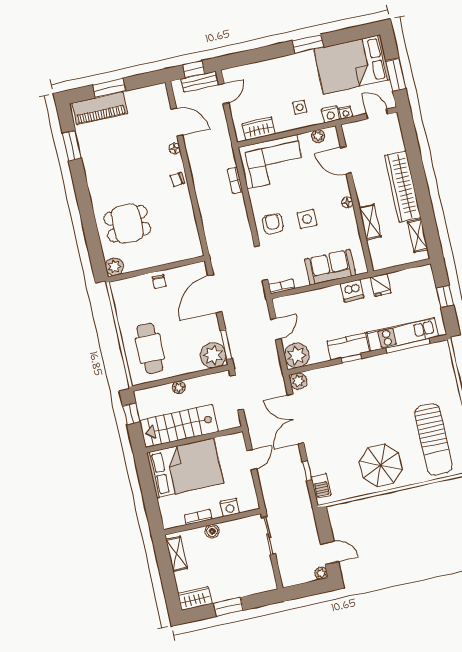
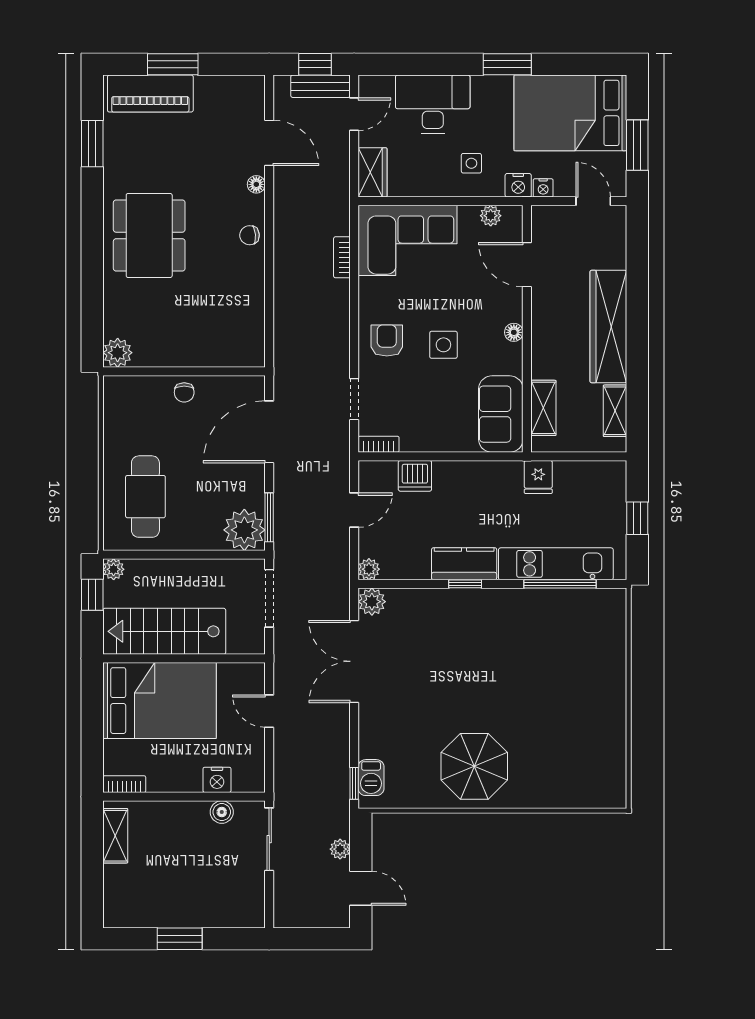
desk: (269, 77) -> (433, 104), added
wardrobe: (259, 129) -> (373, 172), moved, turned 90
shelving: (370, 222) -> (543, 408), moved
dining table: (127, 224) -> (149, 235), moved, width x1.38
doorway: (261, 263) -> (354, 399), width x0.73
sofa: (330, 267) -> (501, 414), moved, turned -90
dishwasher: (352, 291) -> (415, 476), moved
plant: (297, 355) -> (369, 569), width x0.53, depth x0.53
plant: (179, 387) -> (114, 569), moved
sun lounger: (434, 440) -> (568, 744), removed
door: (252, 460) -> (269, 711), swing flipped
window: (307, 471) -> (354, 783), moved
bookcase: (198, 517) -> (124, 784), moved
boiler: (212, 531) -> (222, 812), moved
plant: (321, 573) -> (340, 849), moved
wardrobe: (195, 598) -> (128, 913), removed

